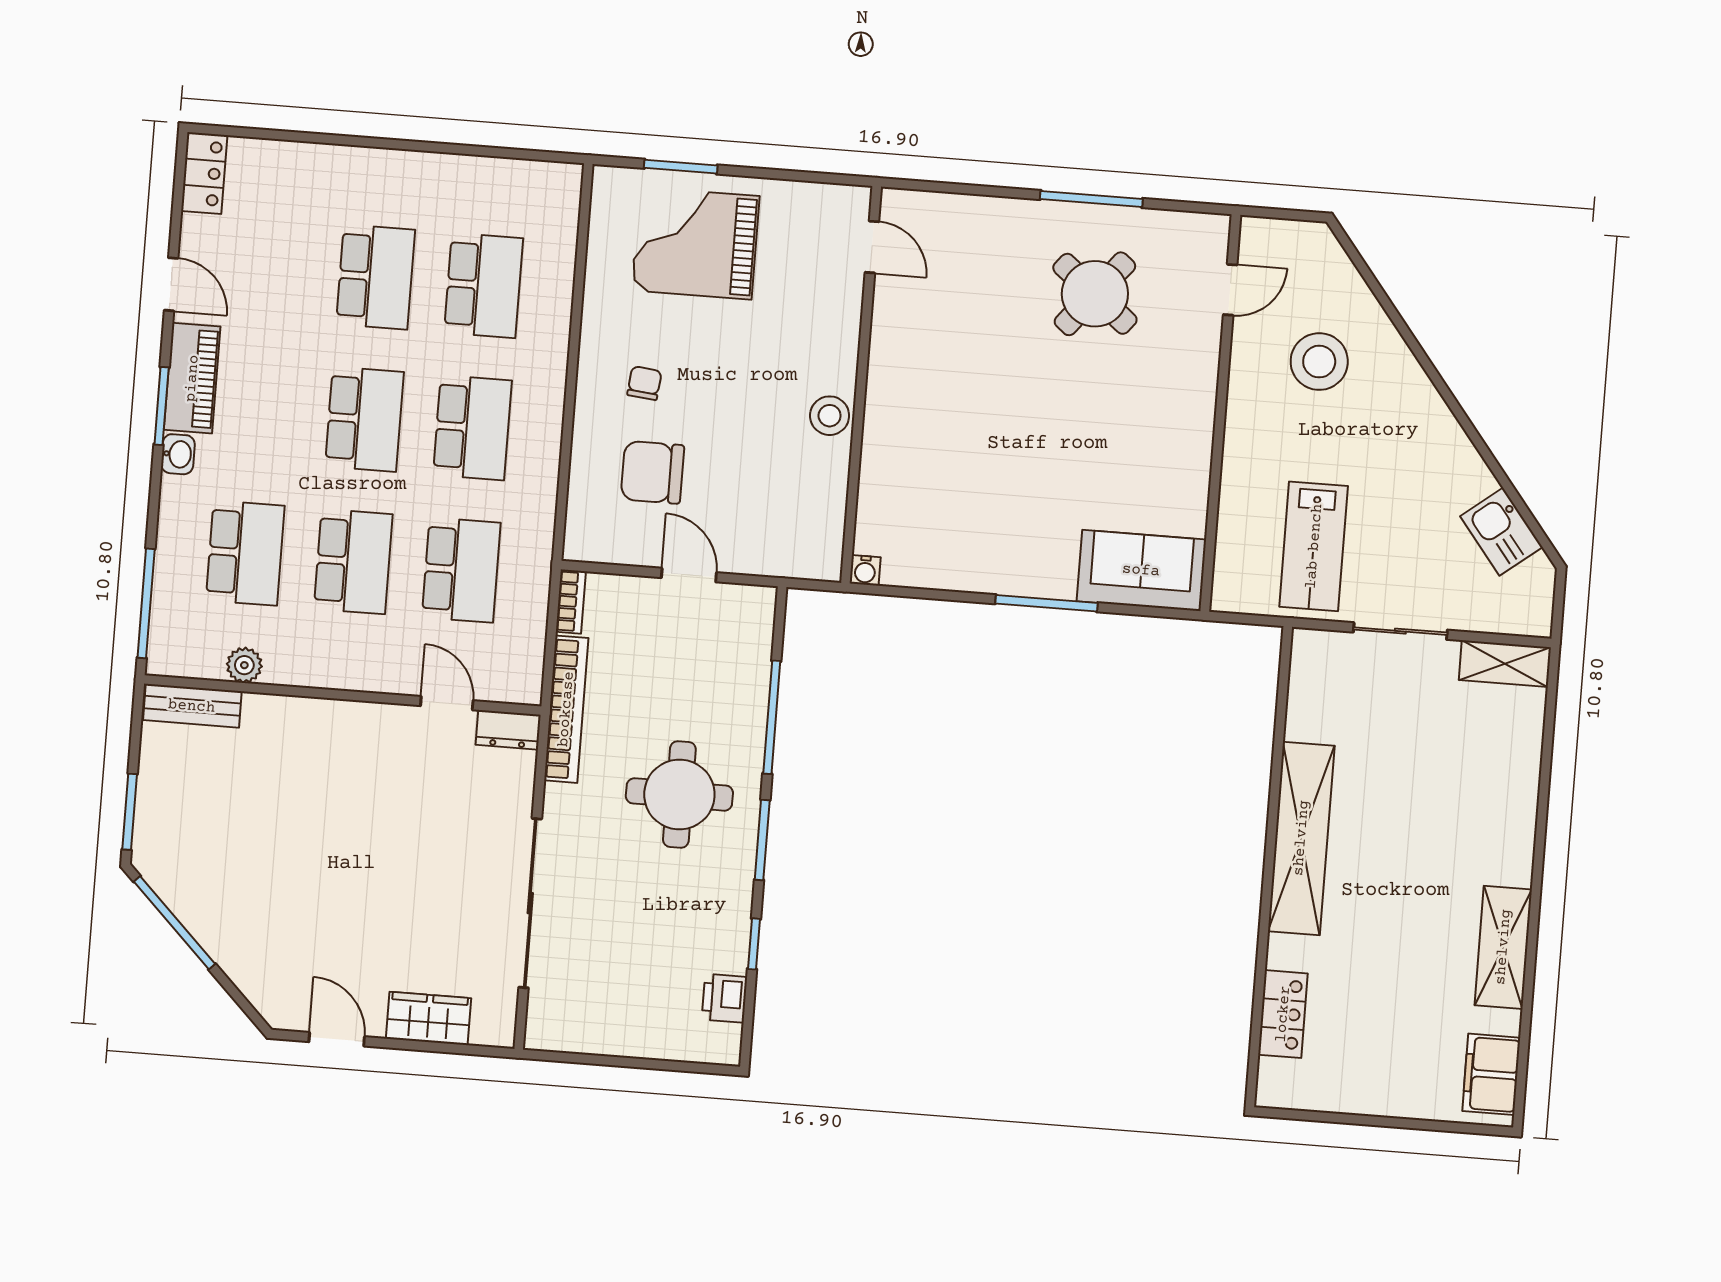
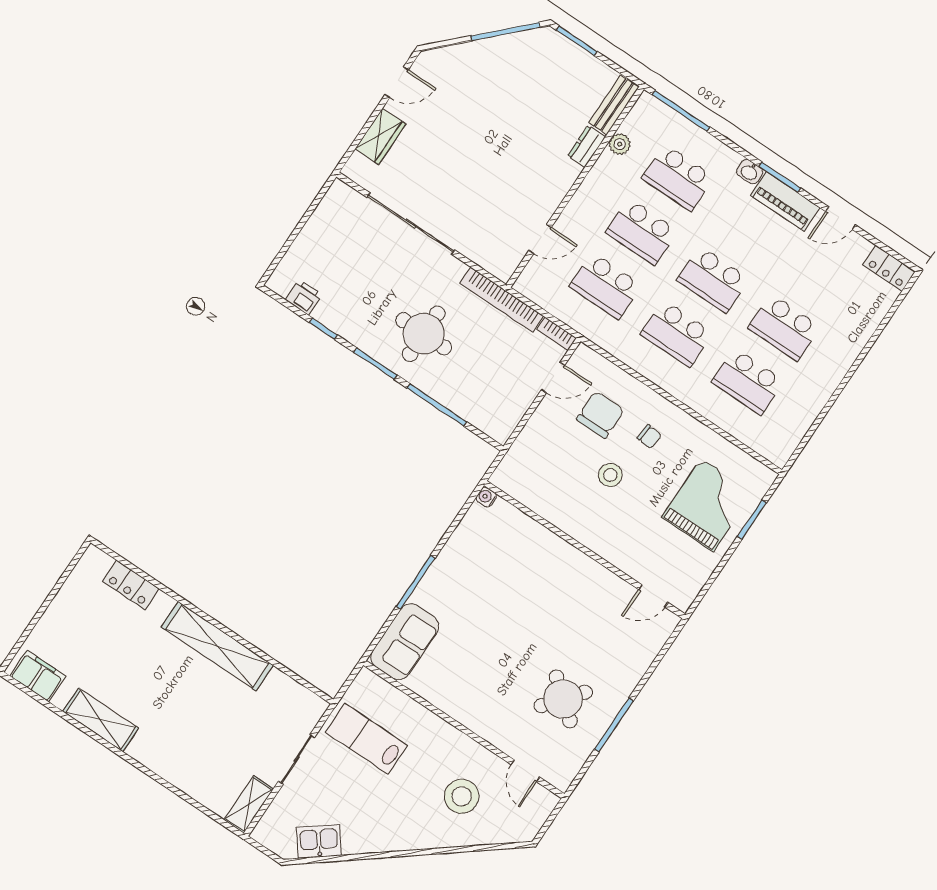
stool: (830, 416) -> (610, 475), moved
door: (689, 575) -> (553, 378), moved
dresser: (508, 730) -> (586, 146), moved

